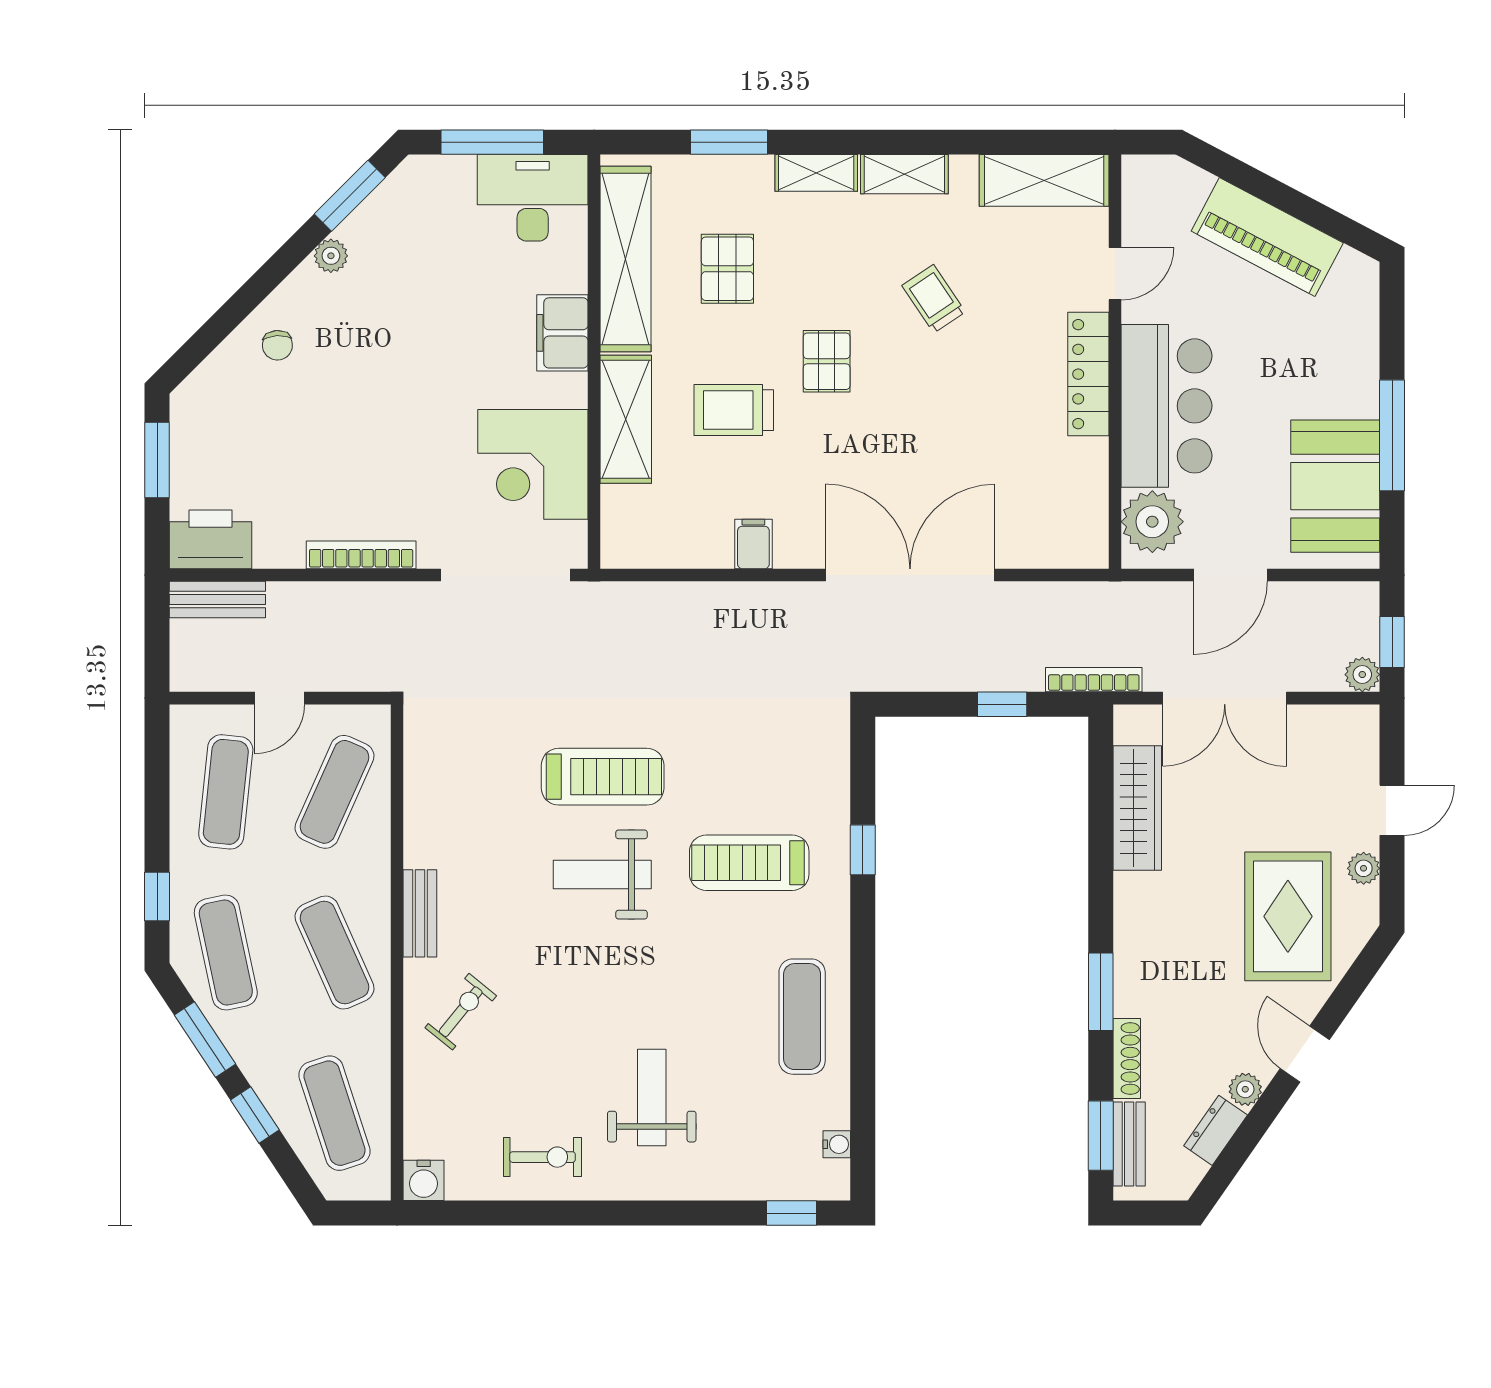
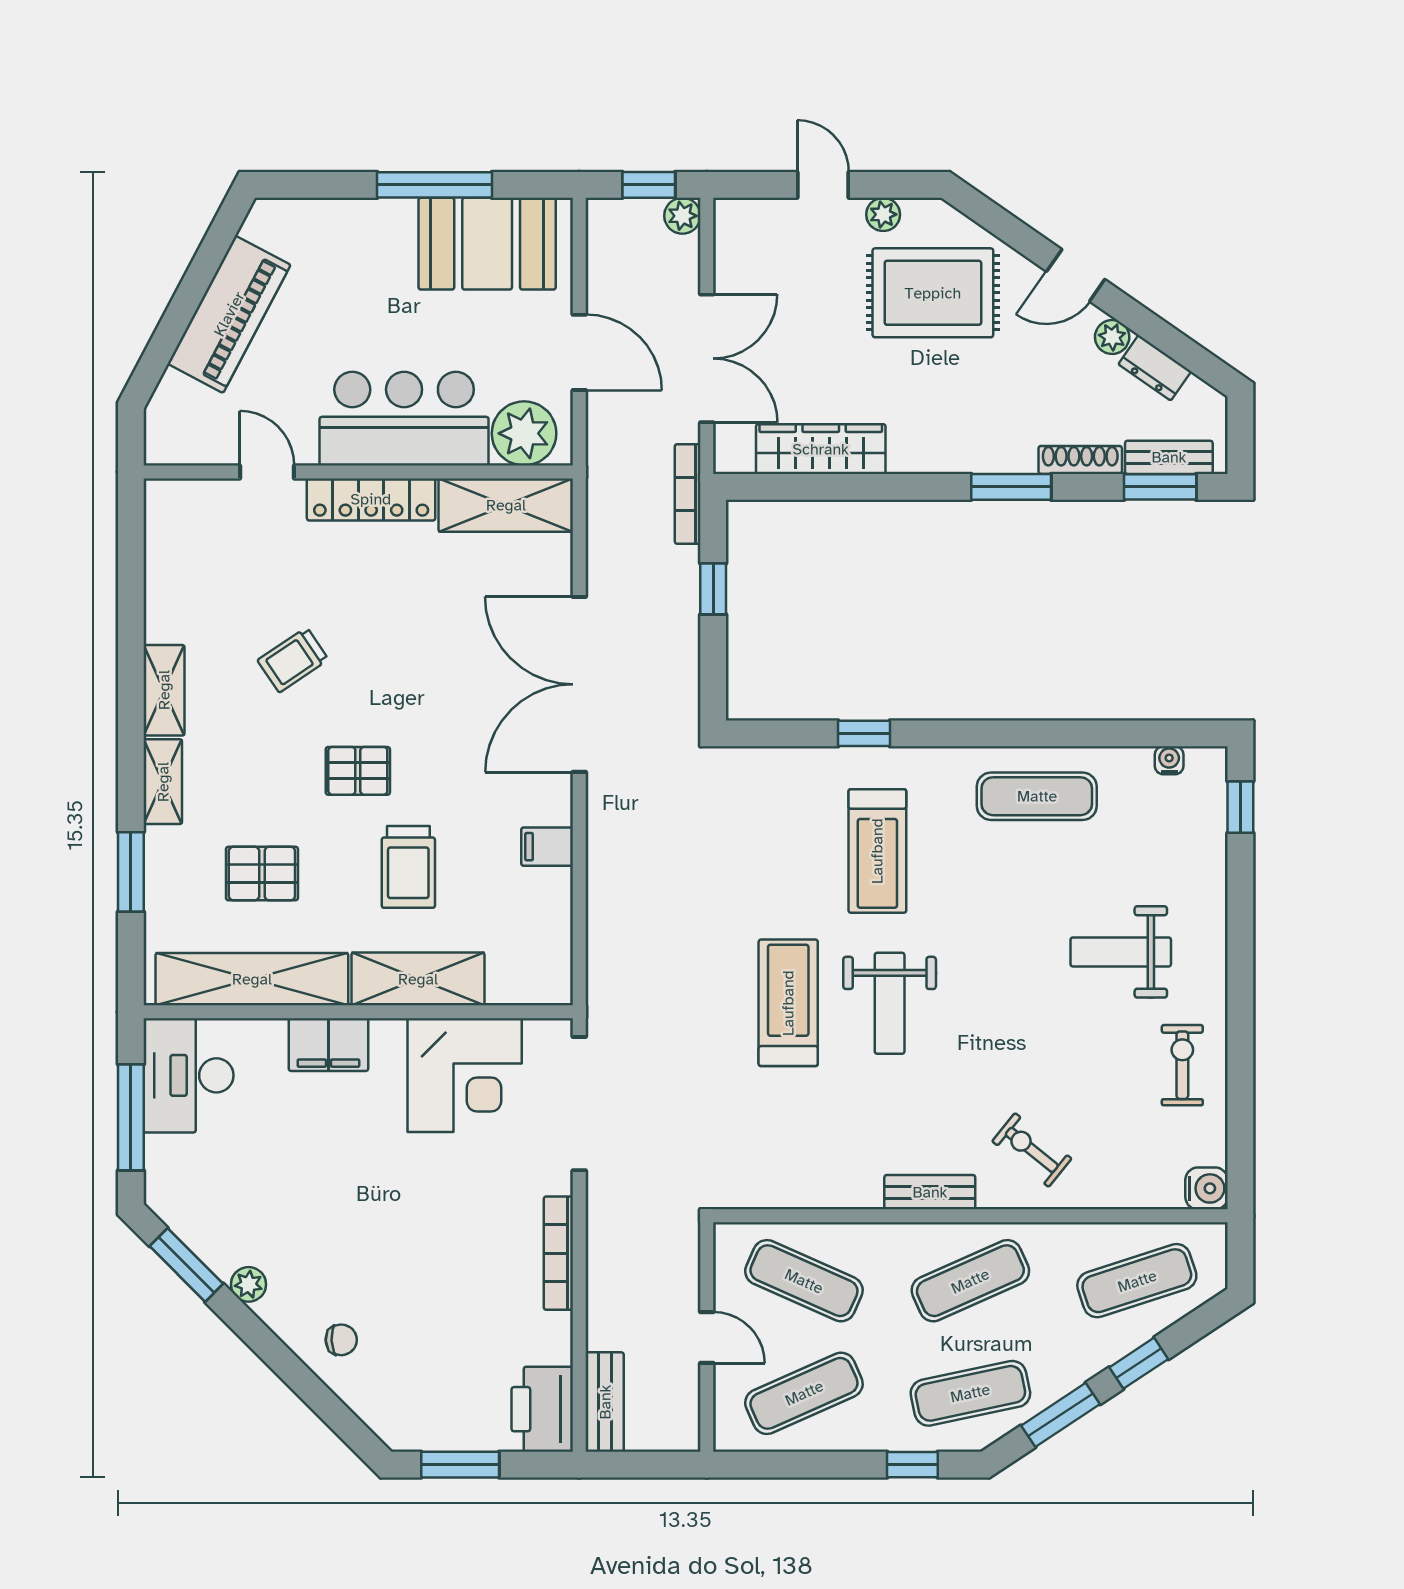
shelving: (1044, 180) -> (506, 505), moved, turned 90
exercise mat: (226, 792) -> (804, 1393), turned -30

